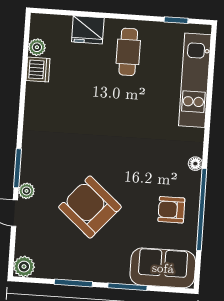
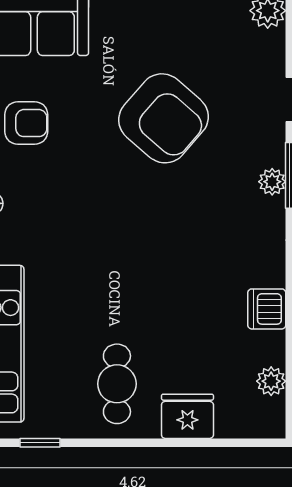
dishwasher: (38, 70) -> (267, 309), moved
plant: (27, 191) -> (272, 182), moved

